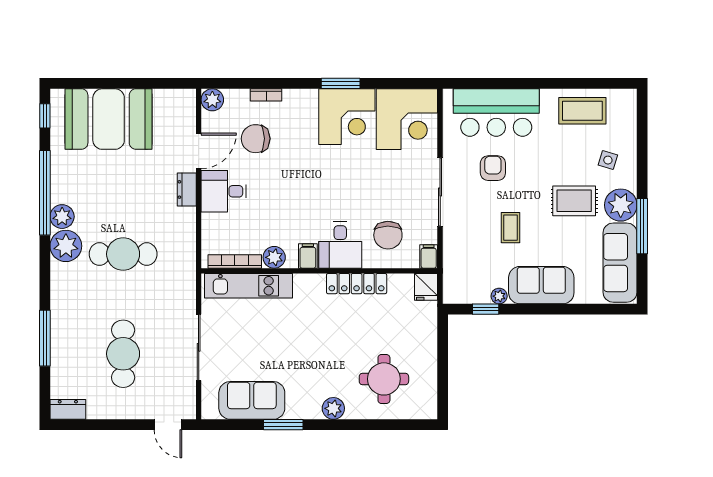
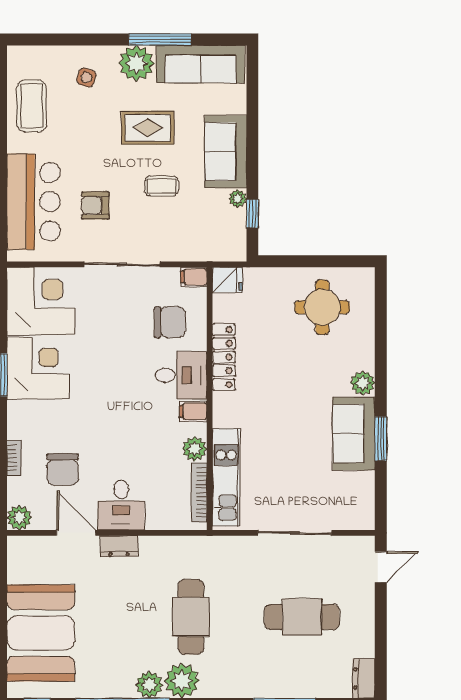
rug: (574, 201) -> (148, 128), moved, turned 90
round table: (384, 379) -> (322, 307), moved
sofa: (252, 400) -> (354, 434), moved

